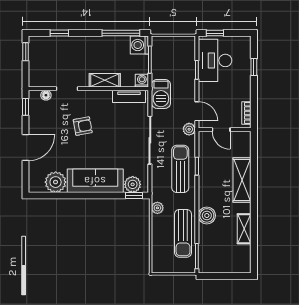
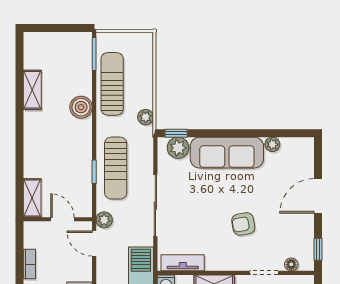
bookcase: (246, 113) -> (29, 264), moved
shelving: (242, 180) -> (32, 198), moved, width x0.67, depth x0.75
plant: (56, 182) -> (272, 144), width x0.53, depth x0.53

